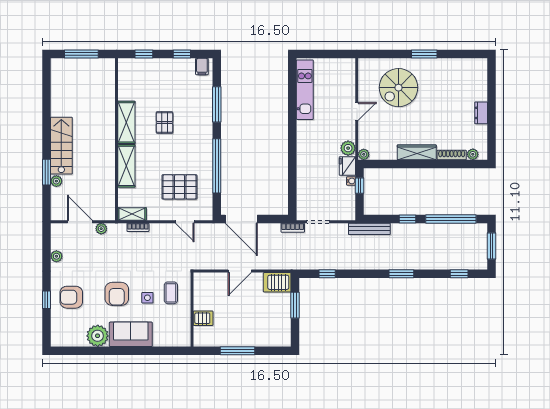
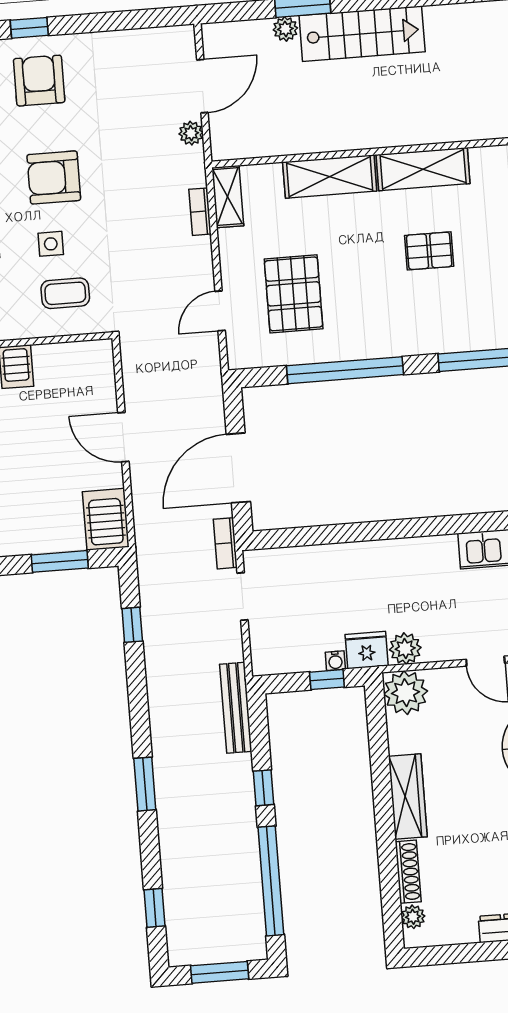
plant: (364, 154) -> (406, 693), width x1.88, depth x1.88
door: (241, 219) -> (238, 468), moved
plant: (56, 256) -> (124, 42), removed

